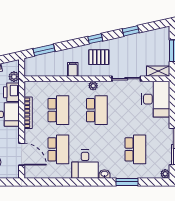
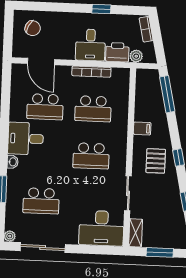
window: (44, 50) -> (167, 94), width x1.44
plant: (93, 86) -> (121, 153), removed
door: (22, 154) -> (41, 61), hinge flipped

